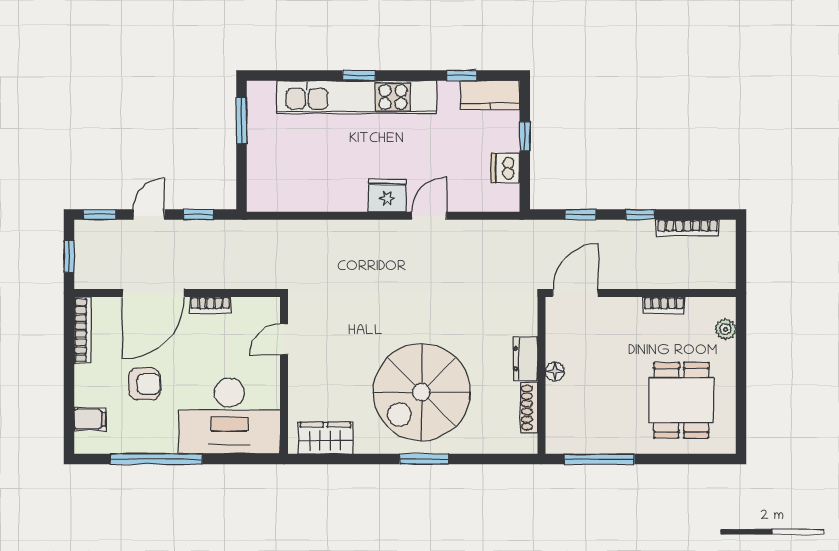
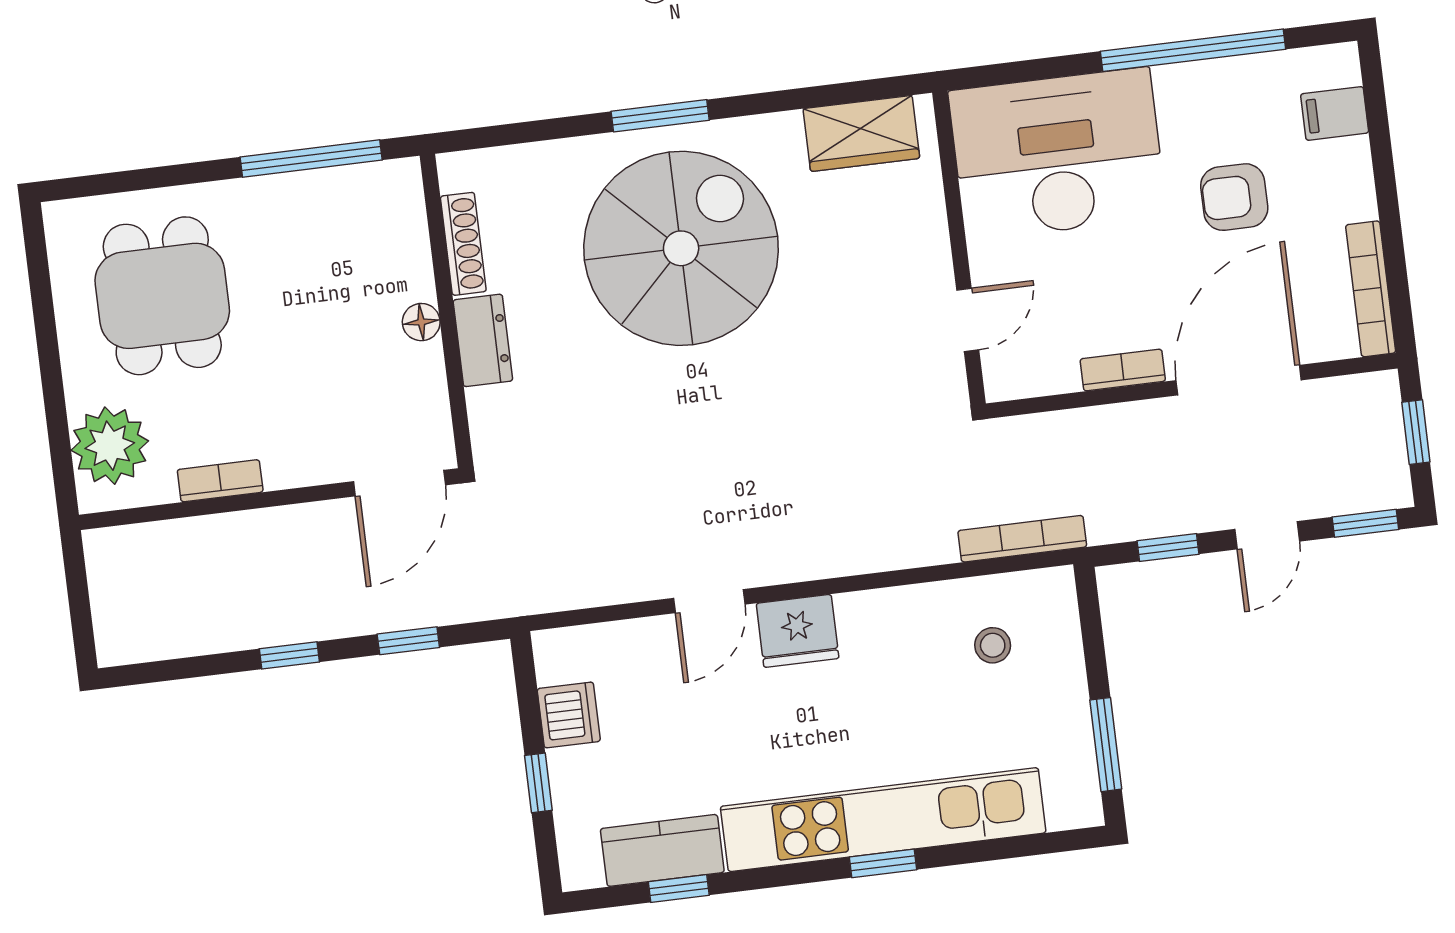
kitchen counter: (490, 95) -> (662, 850), moved
stool: (291, 177) -> (993, 645), added
bookcase: (688, 228) -> (1022, 539), moved
plant: (725, 329) -> (110, 446), width x1.87, depth x1.87

